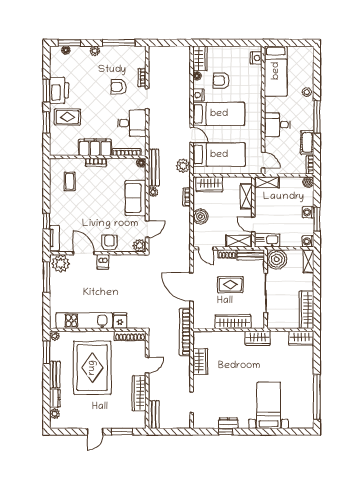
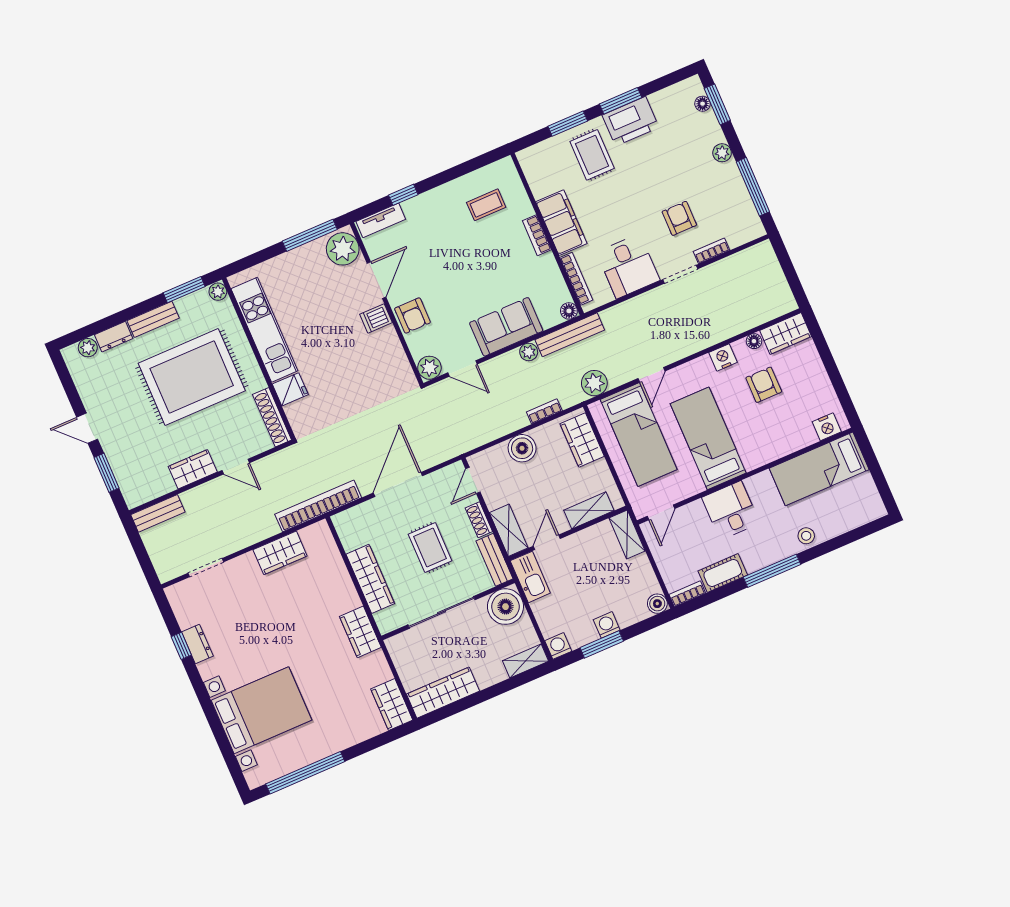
bed: (219, 114) -> (708, 438), moved, turned 180
armchair: (109, 243) -> (413, 315), turned 90
wardrobe: (139, 393) -> (193, 469), width x0.67
bed with nightstands: (269, 405) -> (261, 710), width x1.36

